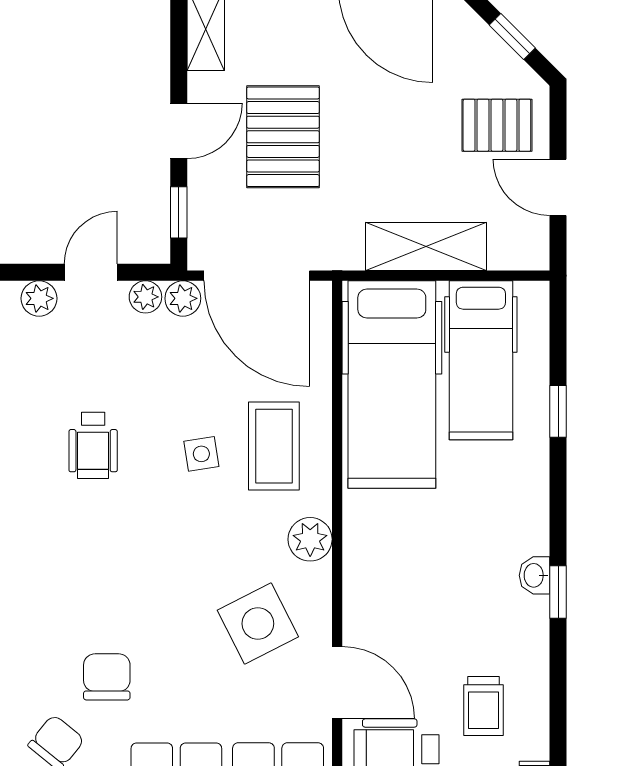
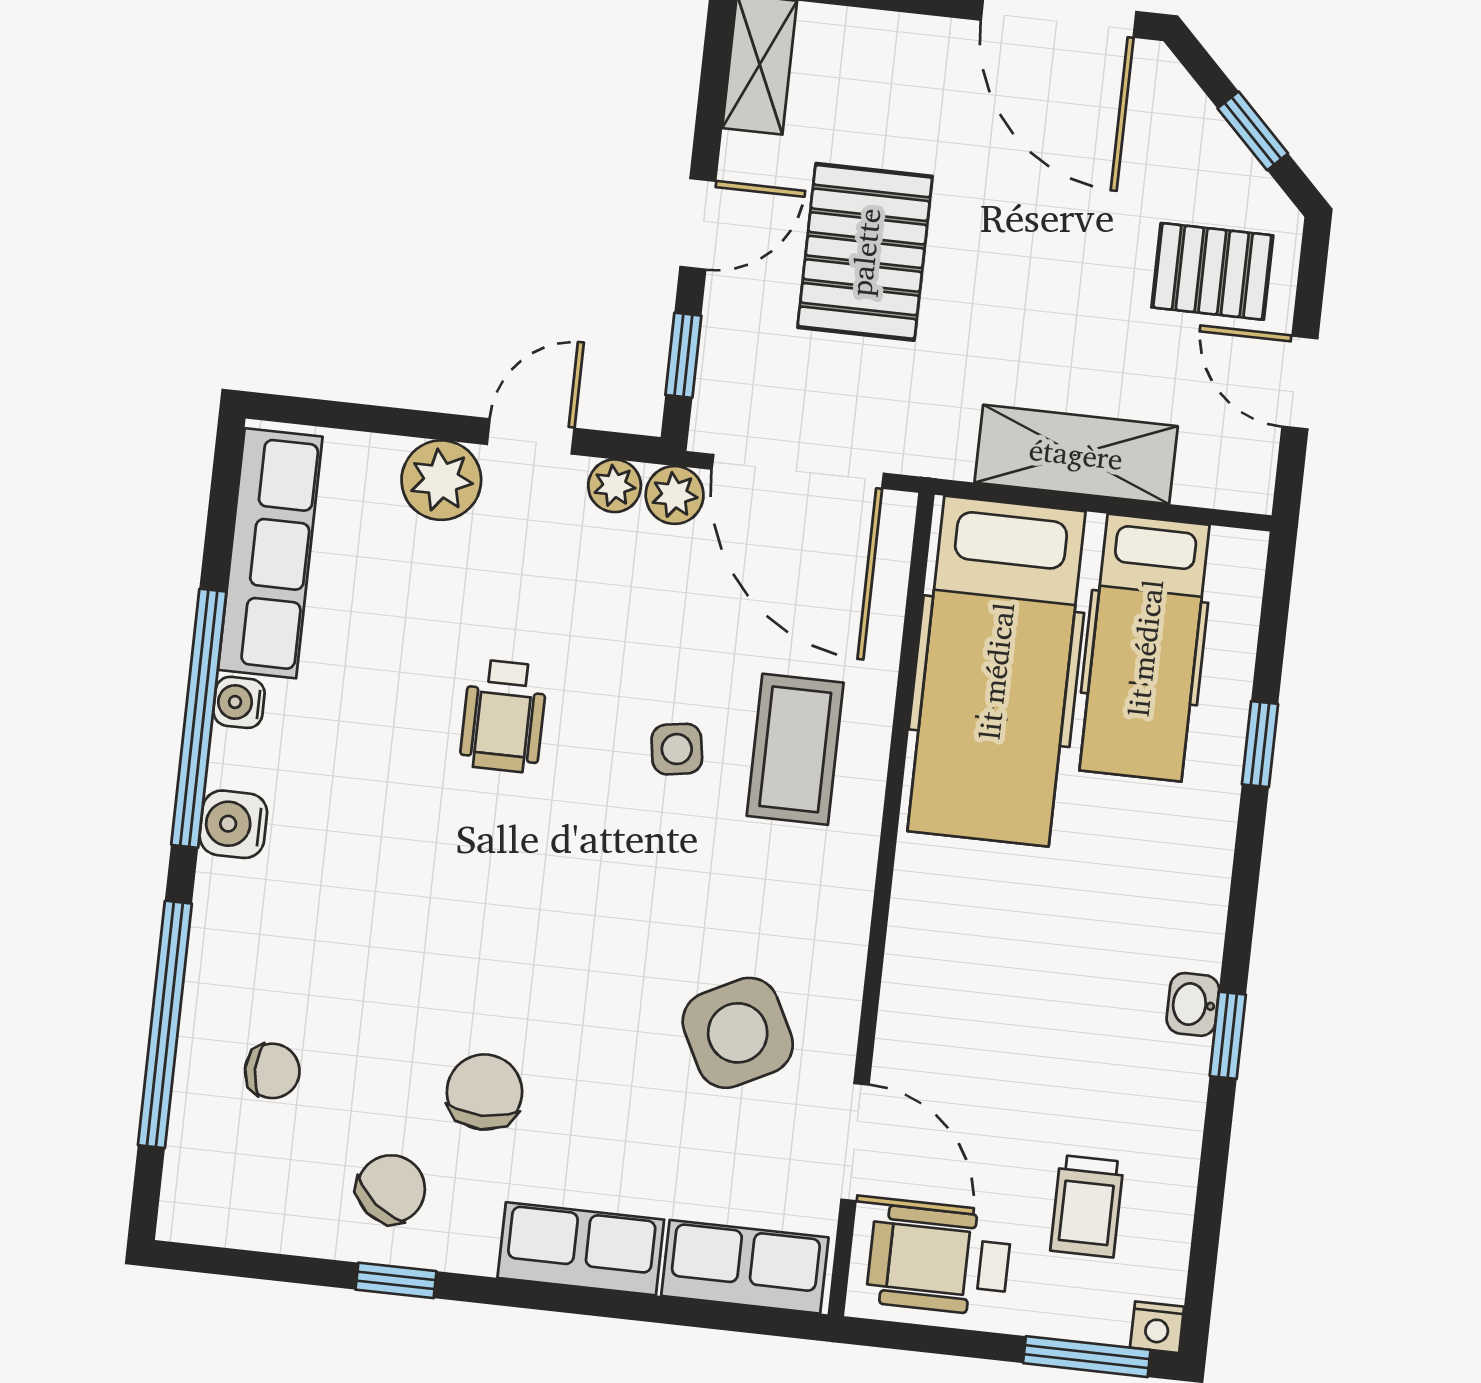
plant: (39, 298) -> (441, 480), width x1.38, depth x1.38
plant: (310, 539) -> (837, 906), removed

